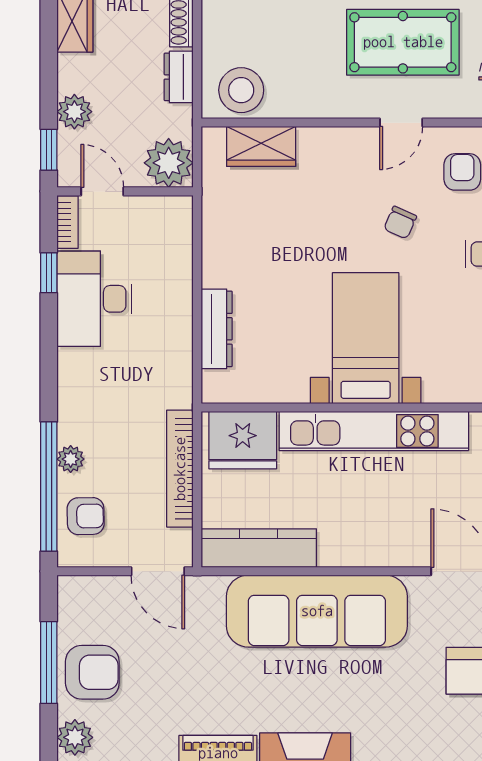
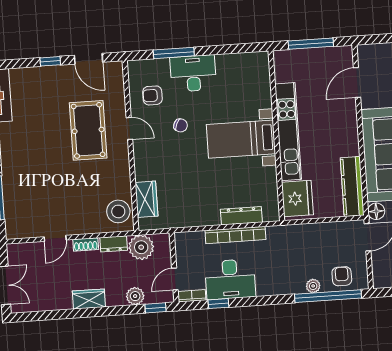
plant: (169, 163) -> (141, 247), moved
bookcase: (180, 469) -> (235, 235), moved
floor lamp: (207, 592) -> (376, 211), added

